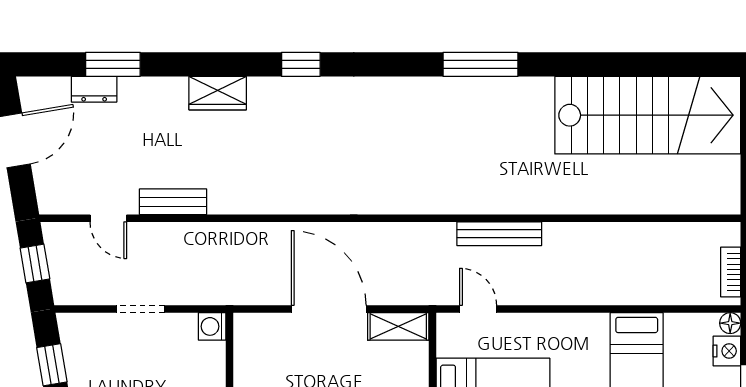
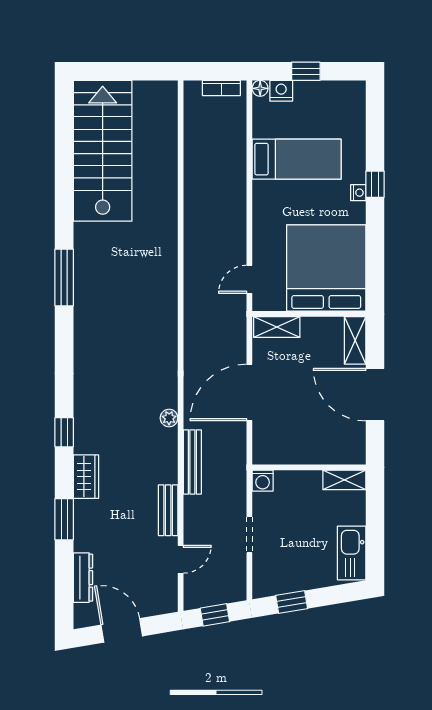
window: (113, 64) -> (64, 519), moved
window: (301, 64) -> (64, 432), moved
dresser: (94, 89) -> (83, 578), width x1.44
plant: (295, 203) -> (169, 418), added
bench: (499, 234) -> (192, 462), moved
shelving: (398, 326) -> (277, 327), moved, turned 90

